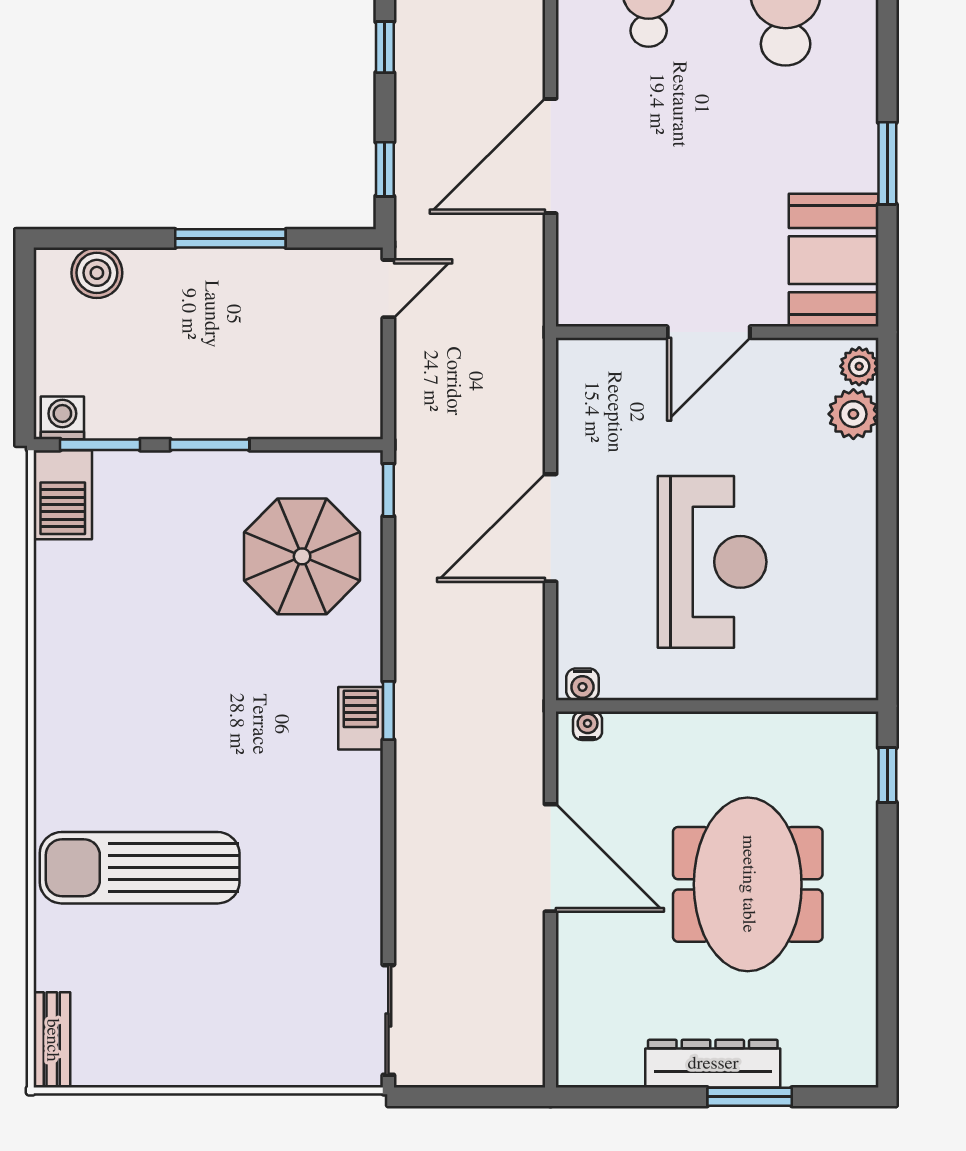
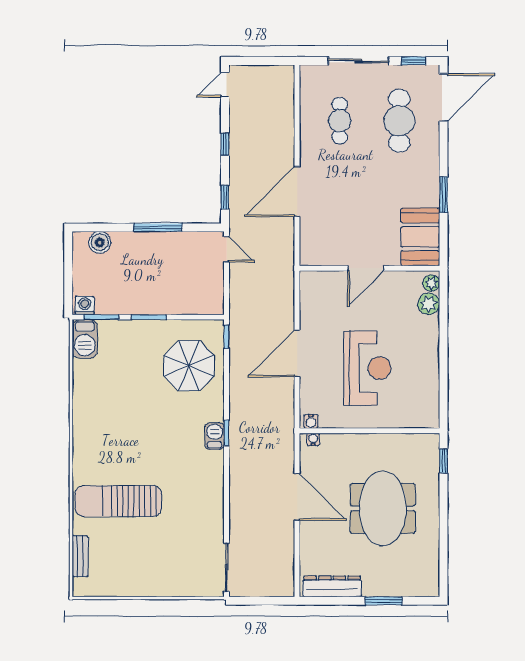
door: (388, 289) -> (227, 249), hinge flipped
bench: (52, 1040) -> (80, 556), moved
dresser: (713, 1064) -> (332, 586), moved

